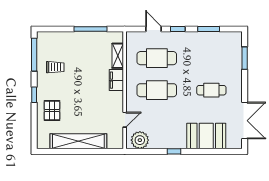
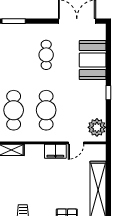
filing cabinet: (116, 80) -> (55, 151), moved
door: (125, 120) -> (76, 143), swing flipped

